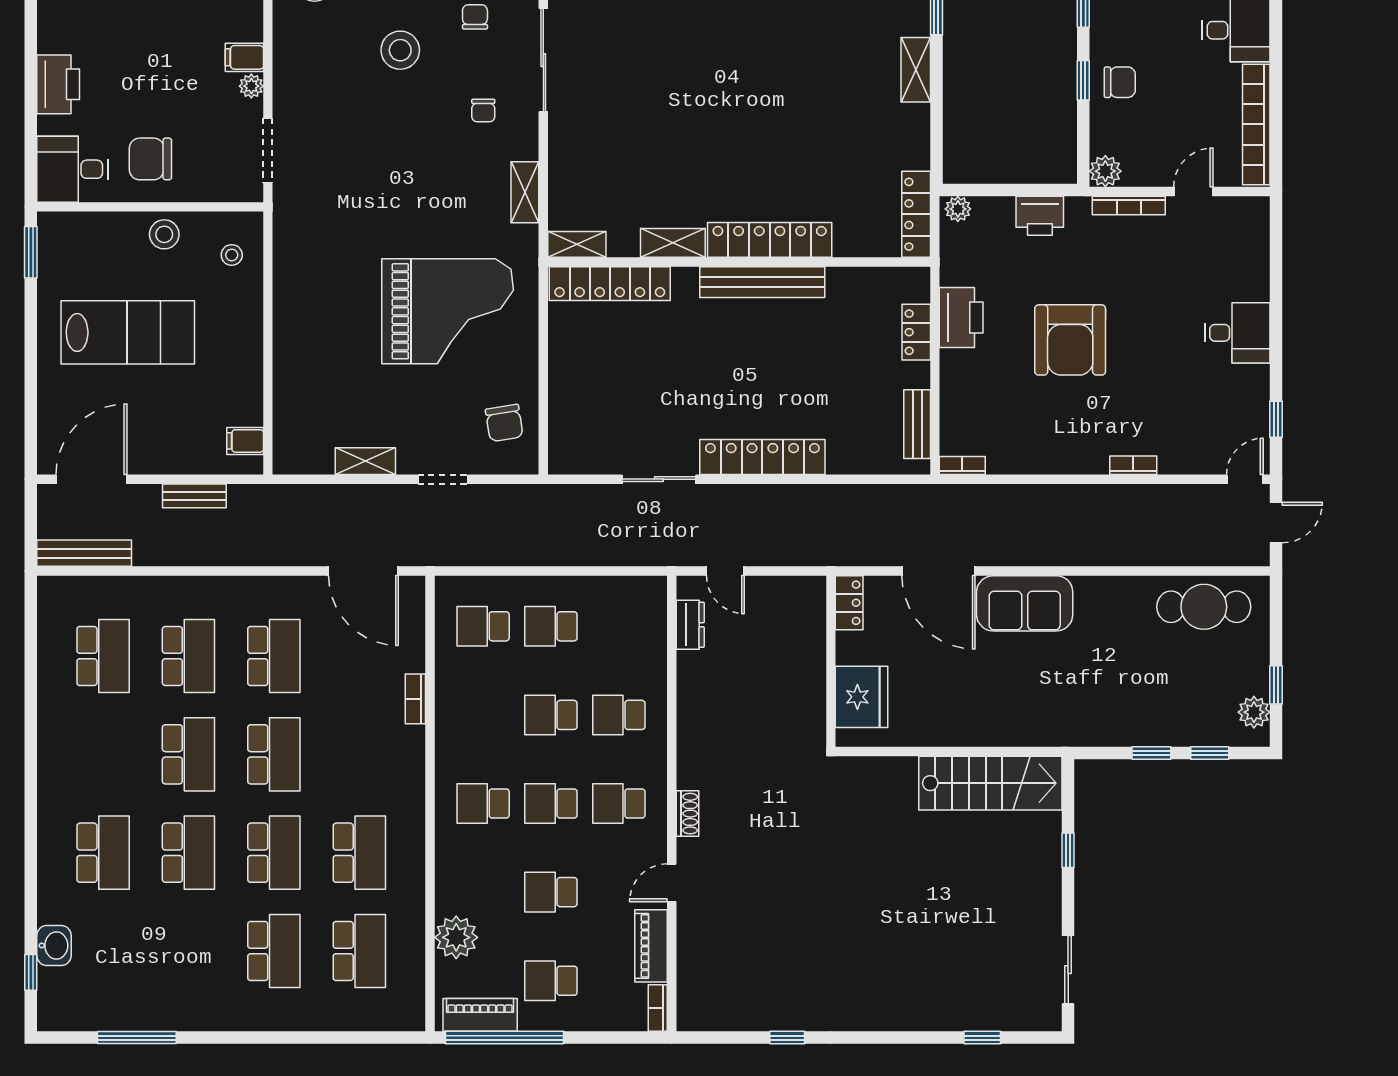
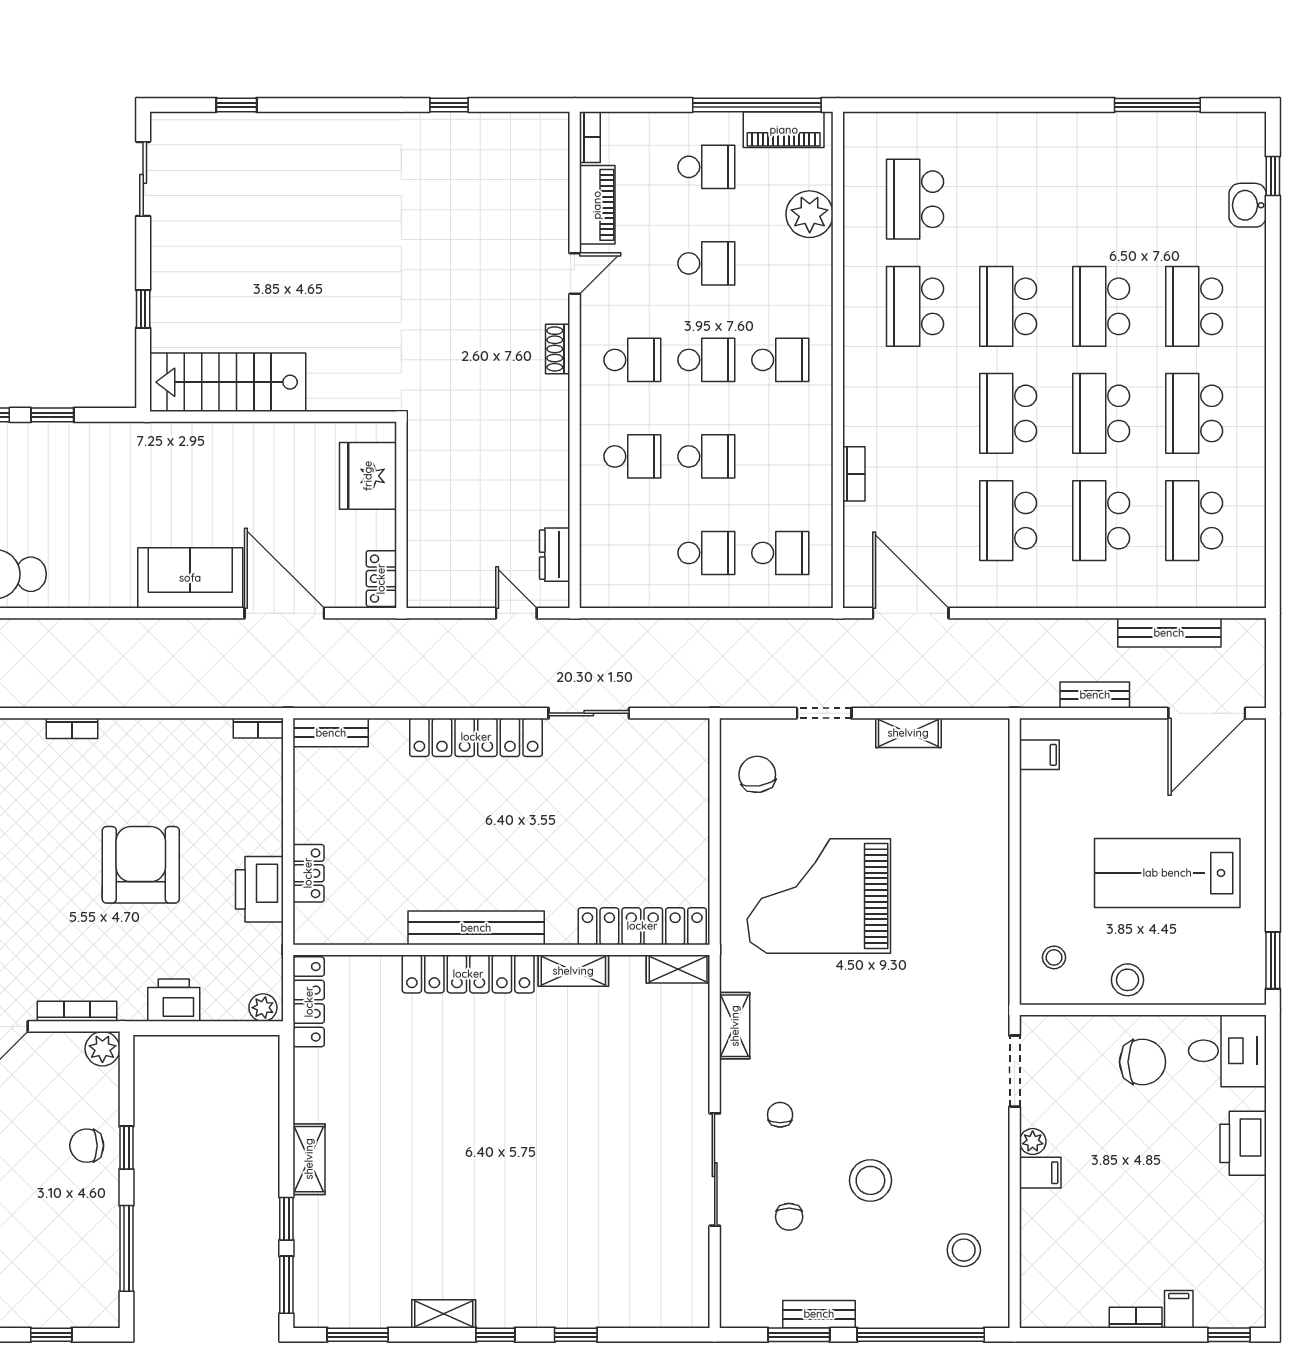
bench: (917, 424) -> (331, 733), moved, turned 90
bench: (84, 553) -> (1169, 633), moved
school desk: (274, 951) -> (1194, 413), moved

